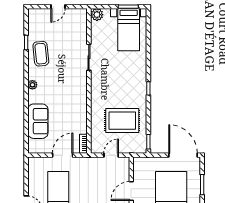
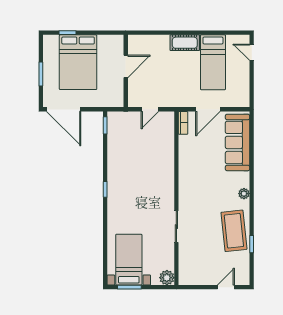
door: (58, 7) -> (226, 287), moved
coffee table: (41, 54) -> (234, 231), width x1.36, depth x1.32
sofa: (38, 121) -> (237, 142), width x1.36
rug: (122, 121) -> (136, 151), removed

